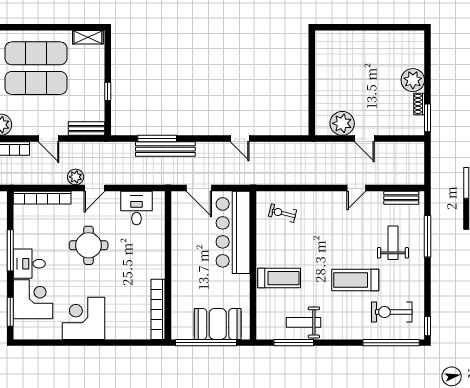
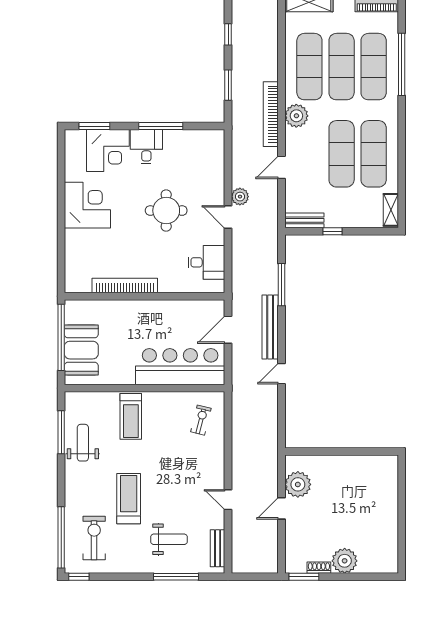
bench: (86, 129) -> (304, 220), moved, turned 90
bench: (165, 149) -> (270, 327), moved
bookcase: (42, 198) -> (218, 160), removed
bookcase: (158, 309) -> (125, 286), moved

